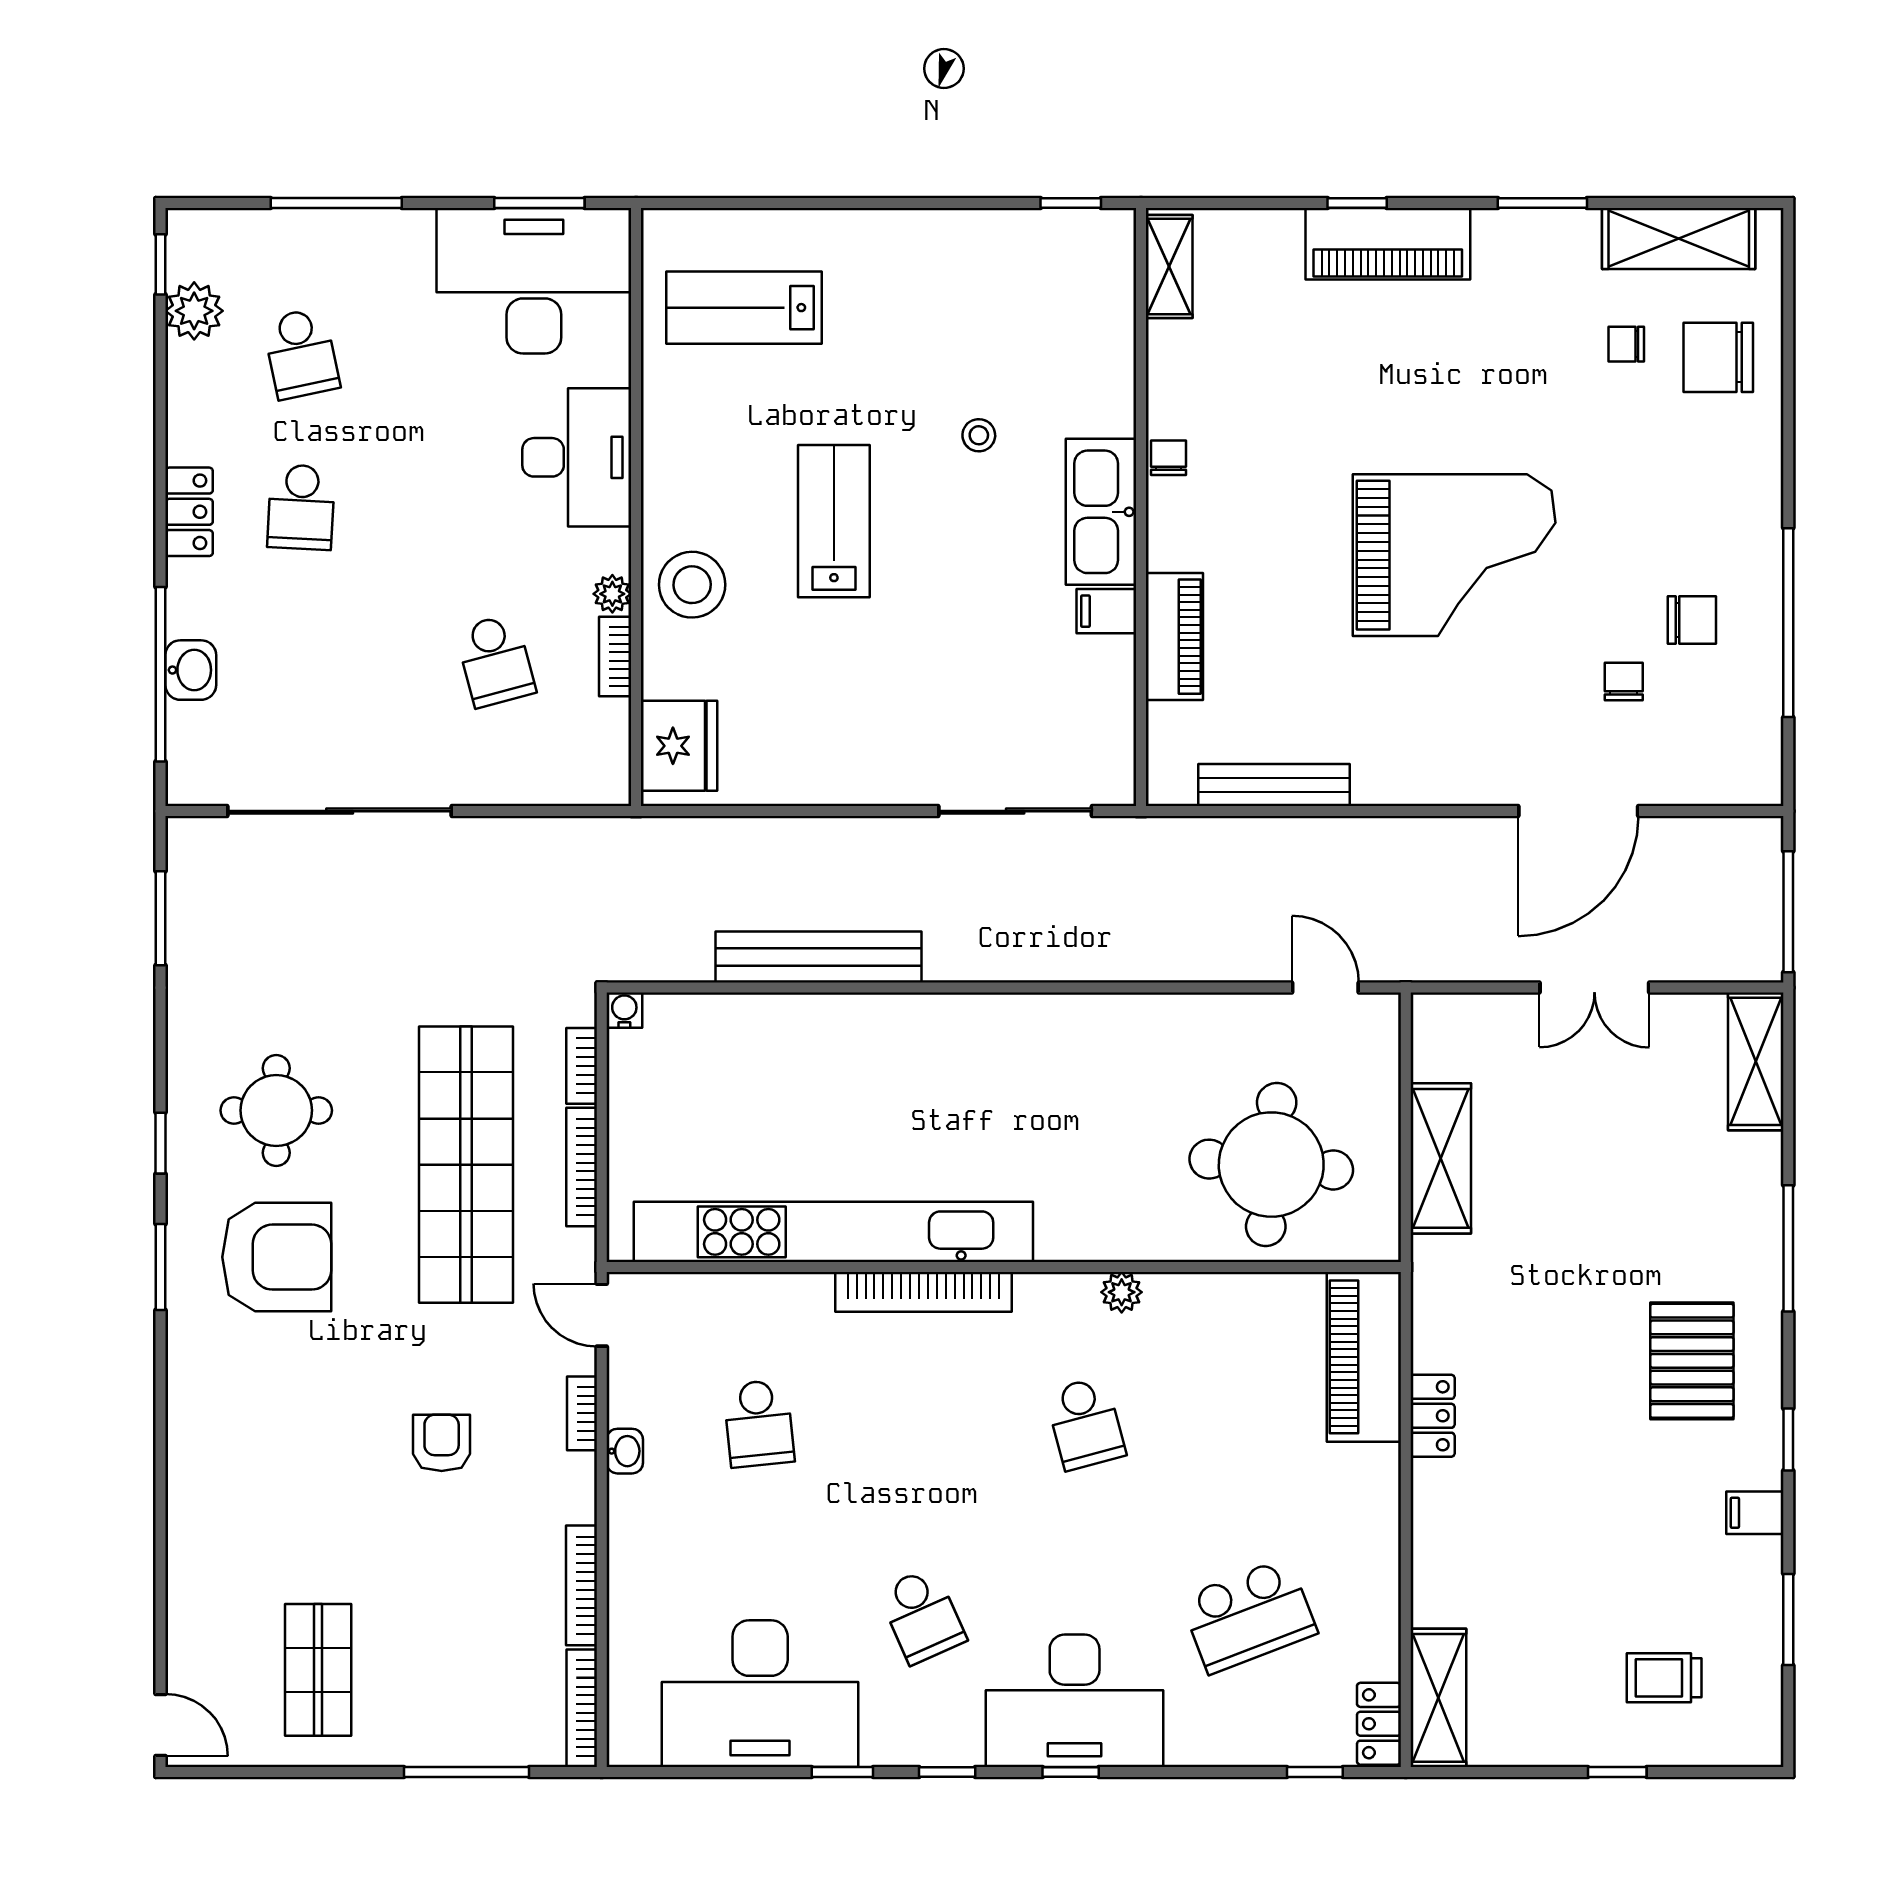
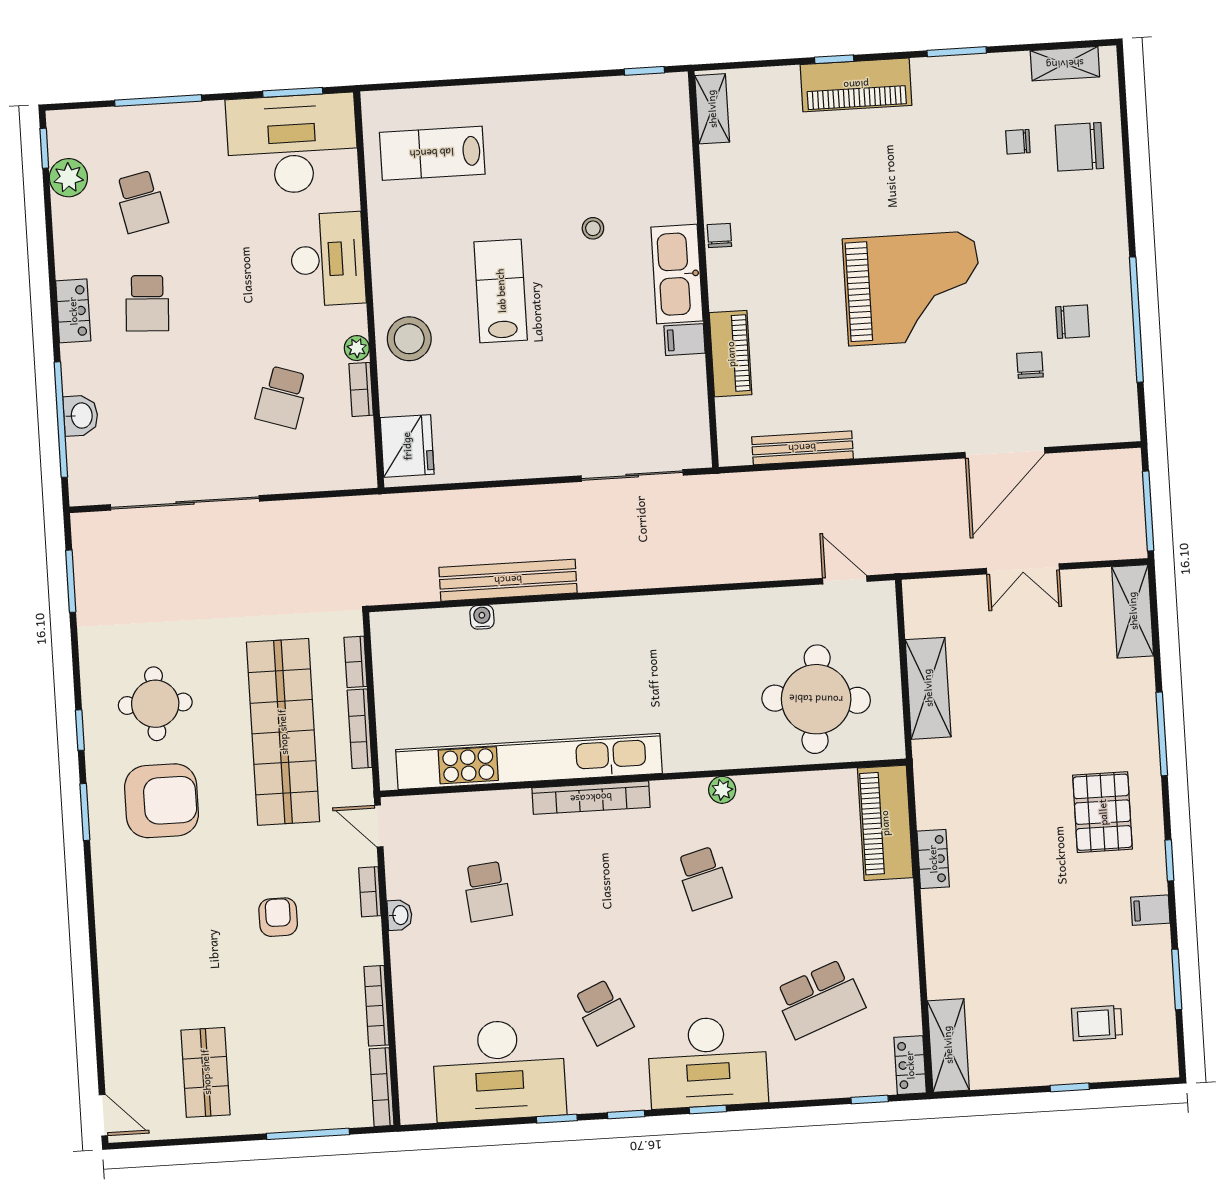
shelving: (1679, 239) -> (1065, 64), width x0.67, depth x0.75
school desk: (495, 661) -> (282, 397), turned 33
water cooler: (624, 1010) -> (482, 617), moved

